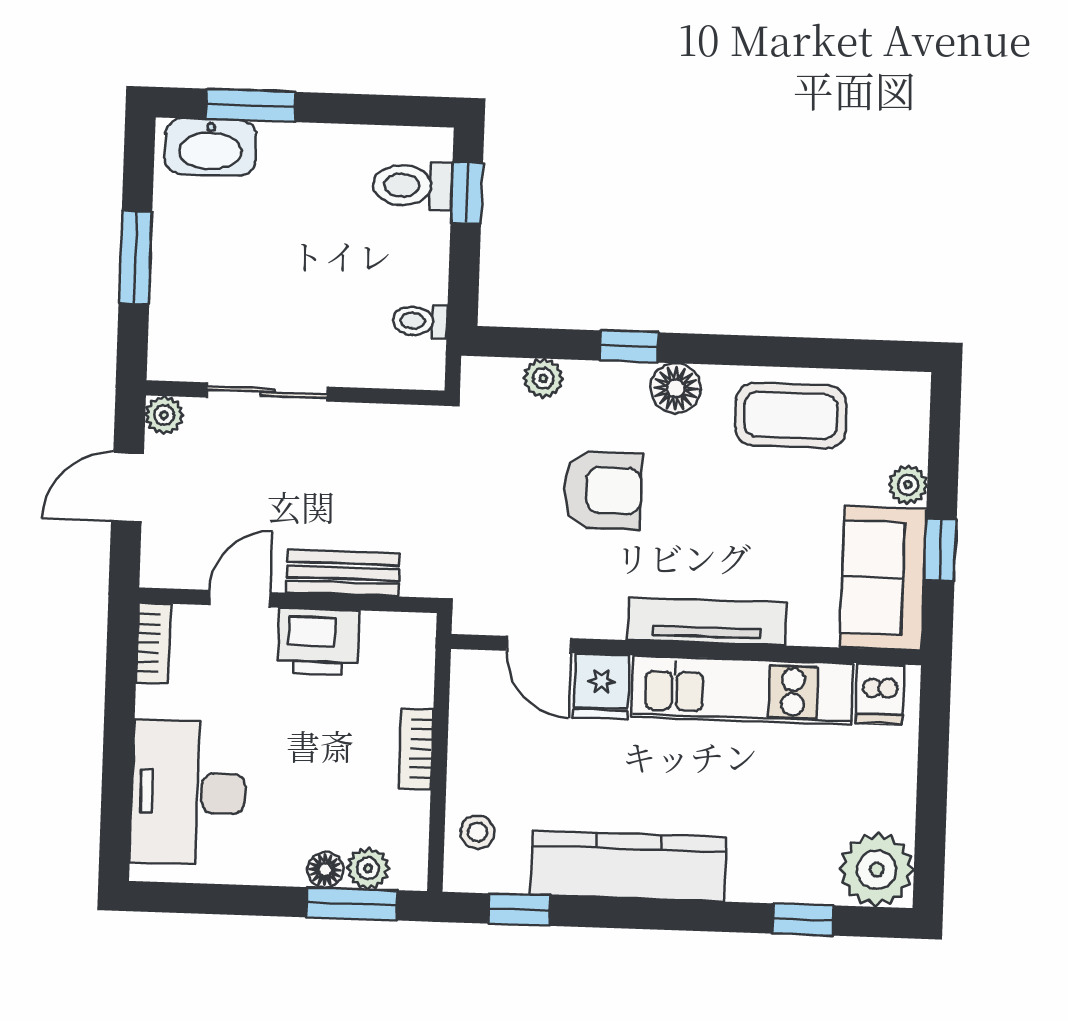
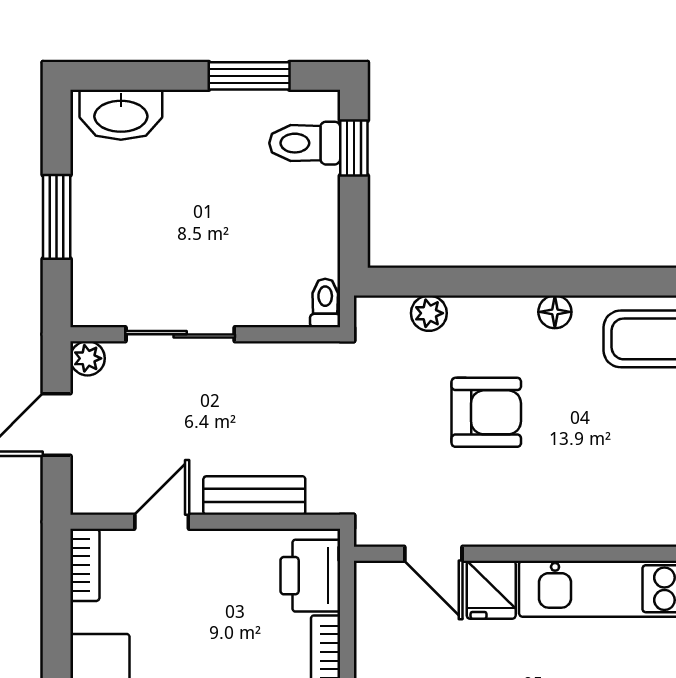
window: (251, 105) -> (249, 76), moved
toilet: (420, 321) -> (325, 303), moved, turned 90
window: (629, 346) -> (505, 282), removed
floor lamp: (676, 388) -> (555, 312), width x0.73, depth x0.73
tv unit: (707, 621) -> (585, 528), removed
printer: (318, 642) -> (310, 576), moved, turned 90

